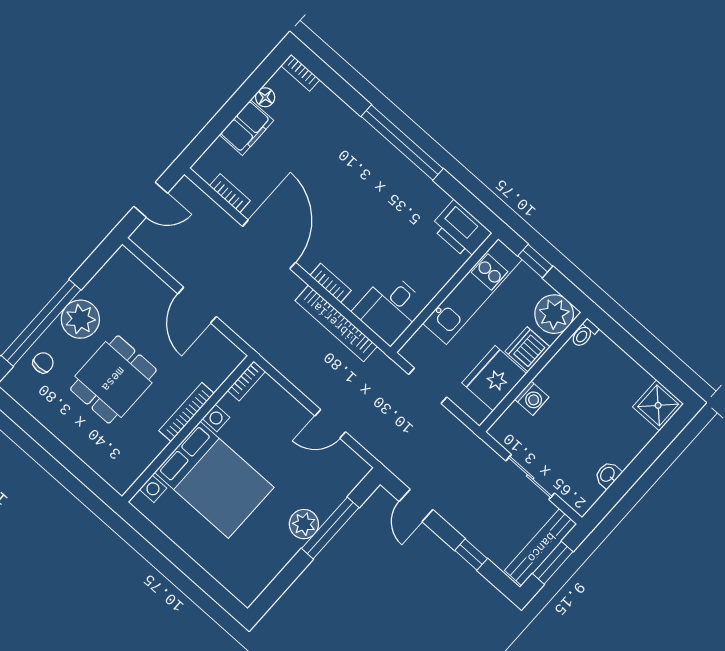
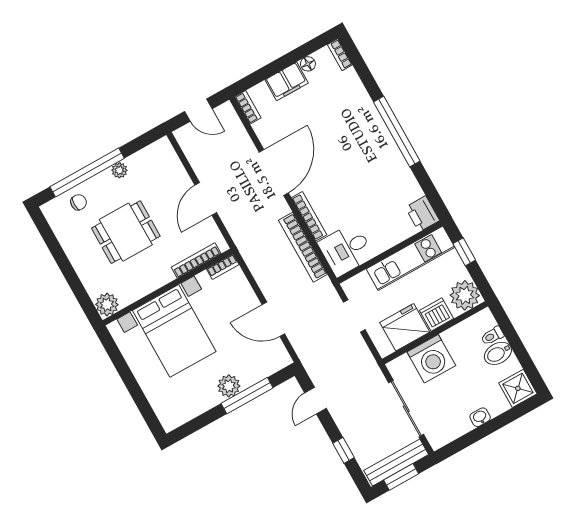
bookcase: (230, 193) -> (248, 107), moved
printer: (461, 230) -> (422, 214), width x0.73, depth x0.84
bookcase: (331, 283) -> (309, 216), width x1.56
plant: (80, 319) -> (119, 170), width x0.53, depth x0.53
toilet: (584, 334) -> (492, 336), moved
bidet: (619, 371) -> (498, 353), added
washing machine: (532, 398) -> (431, 359), width x1.89, depth x1.89
bookcase: (187, 412) -> (196, 260), moved
door: (330, 424) -> (273, 319), width x1.38
washbasin: (608, 475) -> (480, 417), moved
plant: (121, 476) -> (107, 305), added
sliding door: (530, 477) -> (406, 409), width x1.37

